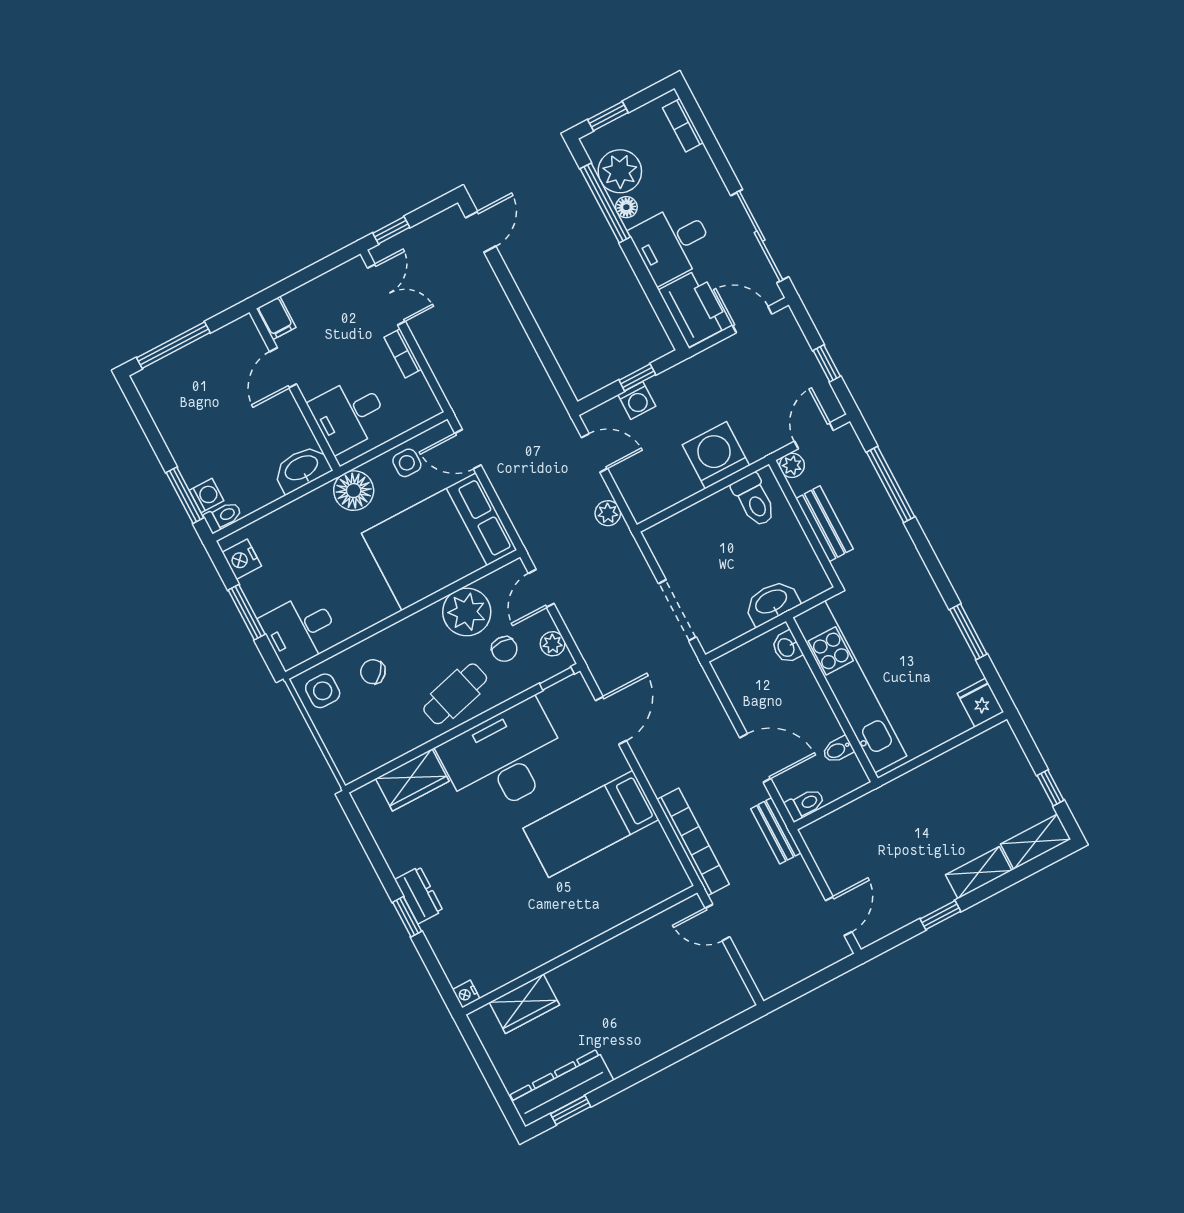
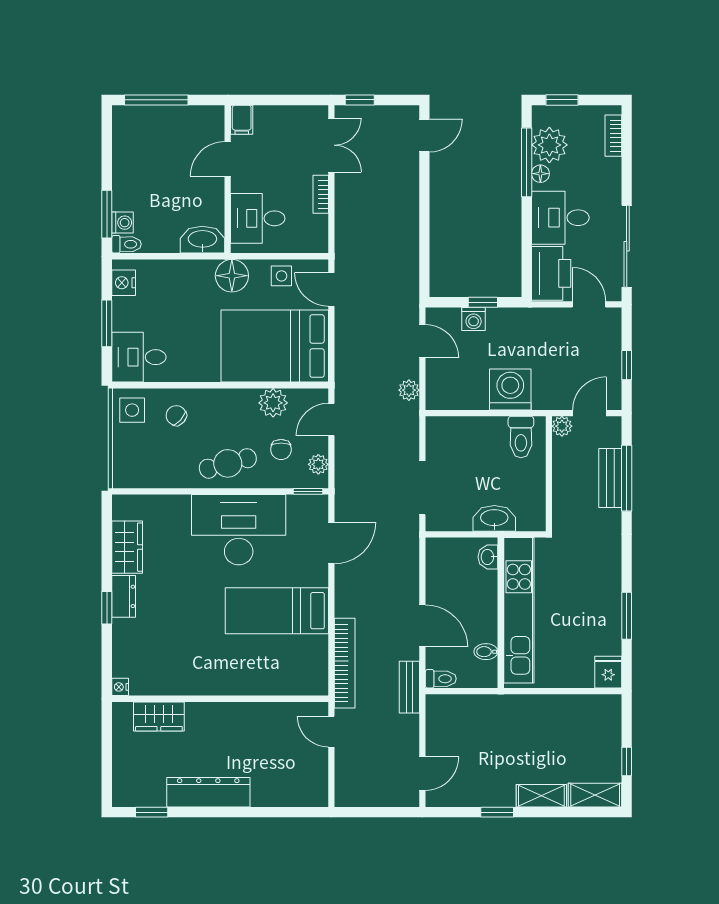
bench: (824, 524) -> (610, 478), moved
plant: (467, 612) -> (273, 403), width x0.73, depth x0.73
wardrobe: (412, 780) -> (127, 547), moved, turned -90
dresser: (561, 1088) -> (208, 792), moved

